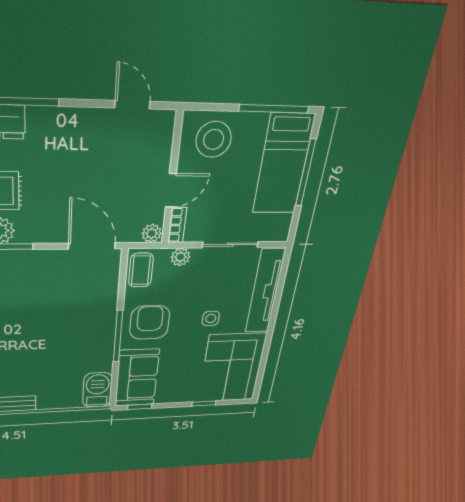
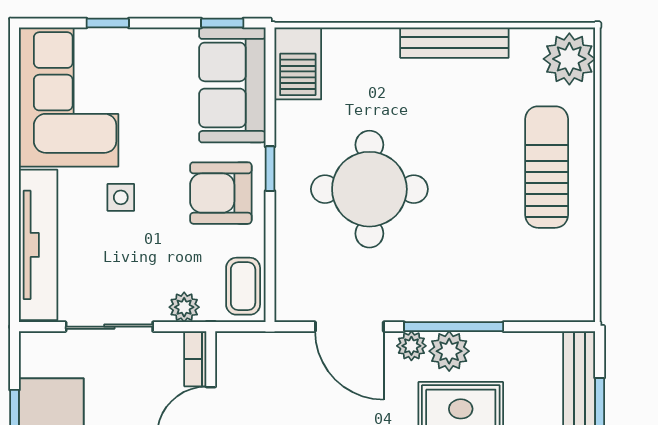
plant: (152, 233) -> (411, 346), moved
door: (92, 246) -> (349, 327), moved
armchair: (150, 323) -> (221, 193), turned 90
round table: (56, 327) -> (369, 189), added
window: (118, 336) -> (270, 169), width x0.46

